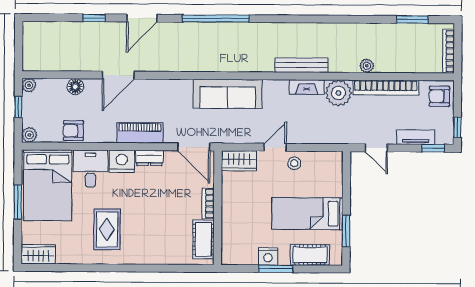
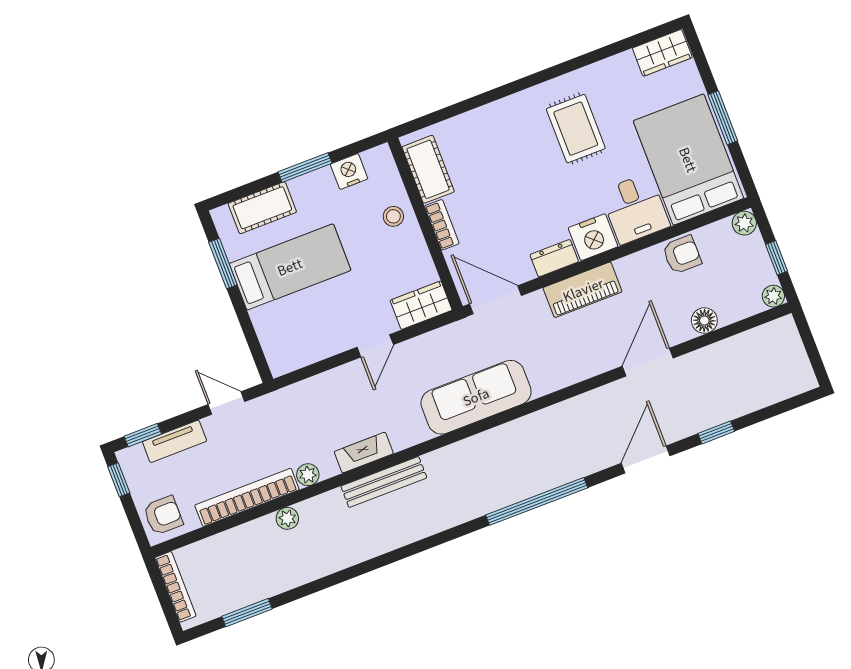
plant: (338, 93) -> (308, 475), width x0.53, depth x0.53
stool: (294, 163) -> (393, 216), moved
nightstand: (268, 256) -> (349, 171), moved

